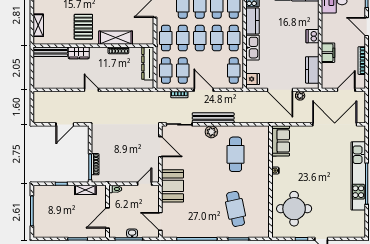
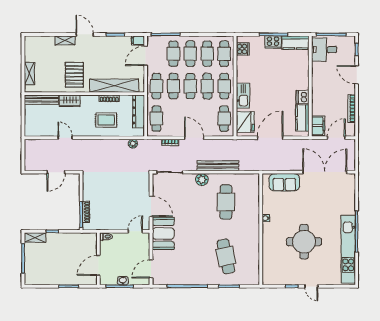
kitchen counter: (252, 21) -> (243, 69), removed
dishwasher: (312, 36) -> (303, 97), moved
shelving: (116, 38) -> (114, 86), width x1.47
filing cabinet: (328, 53) -> (318, 126), moved
cafe table: (183, 71) -> (173, 119), removed
rug: (115, 72) -> (106, 120), added
fridge: (253, 79) -> (245, 122), width x1.88, depth x1.34
door: (91, 90) -> (65, 138), moved
door: (280, 90) -> (270, 138), swing flipped
plant: (300, 96) -> (133, 144), moved
bench: (213, 118) -> (218, 166), moved
sofa: (281, 141) -> (284, 182), moved, turned 90
door: (160, 147) -> (151, 206), moved
kitchen unit: (358, 176) -> (348, 249), moved
shelving: (85, 190) -> (35, 237), moved
round table: (294, 209) -> (304, 242), moved
door: (160, 221) -> (151, 269), hinge flipped

